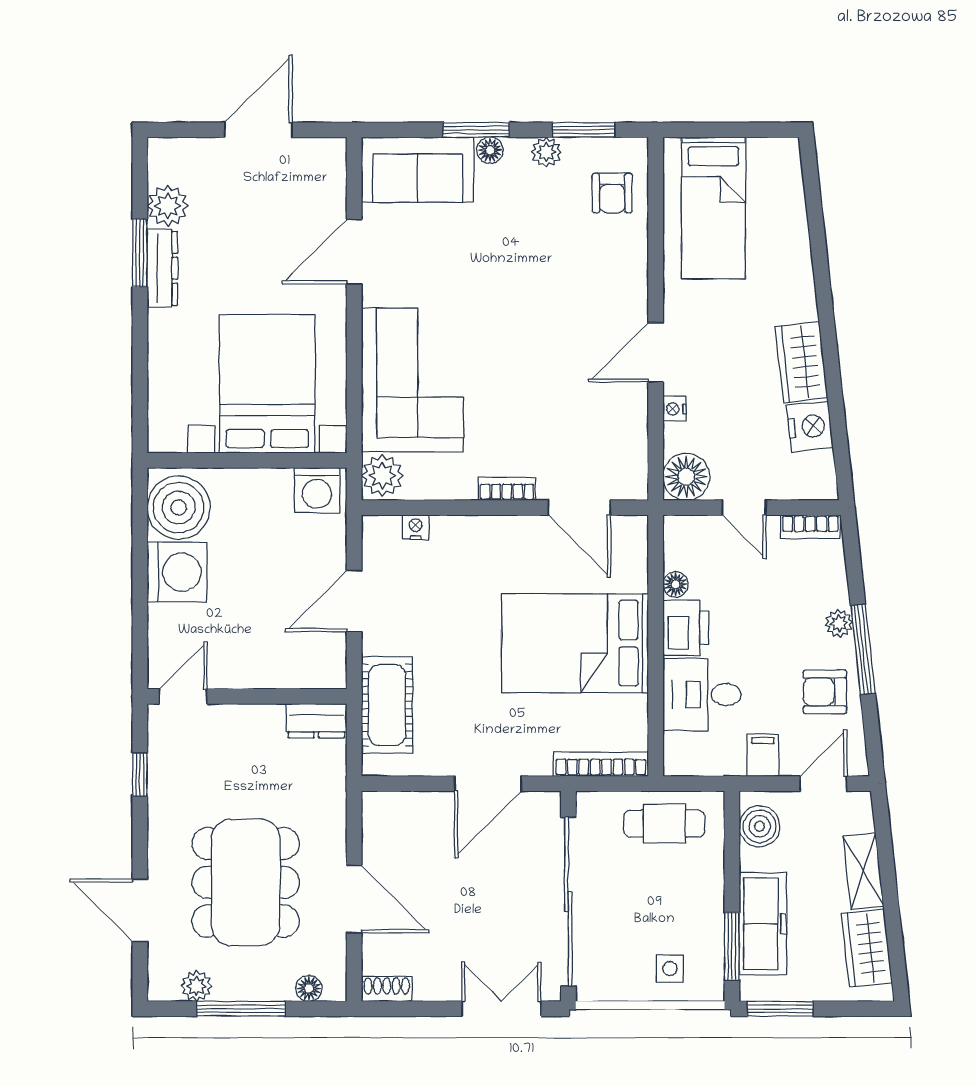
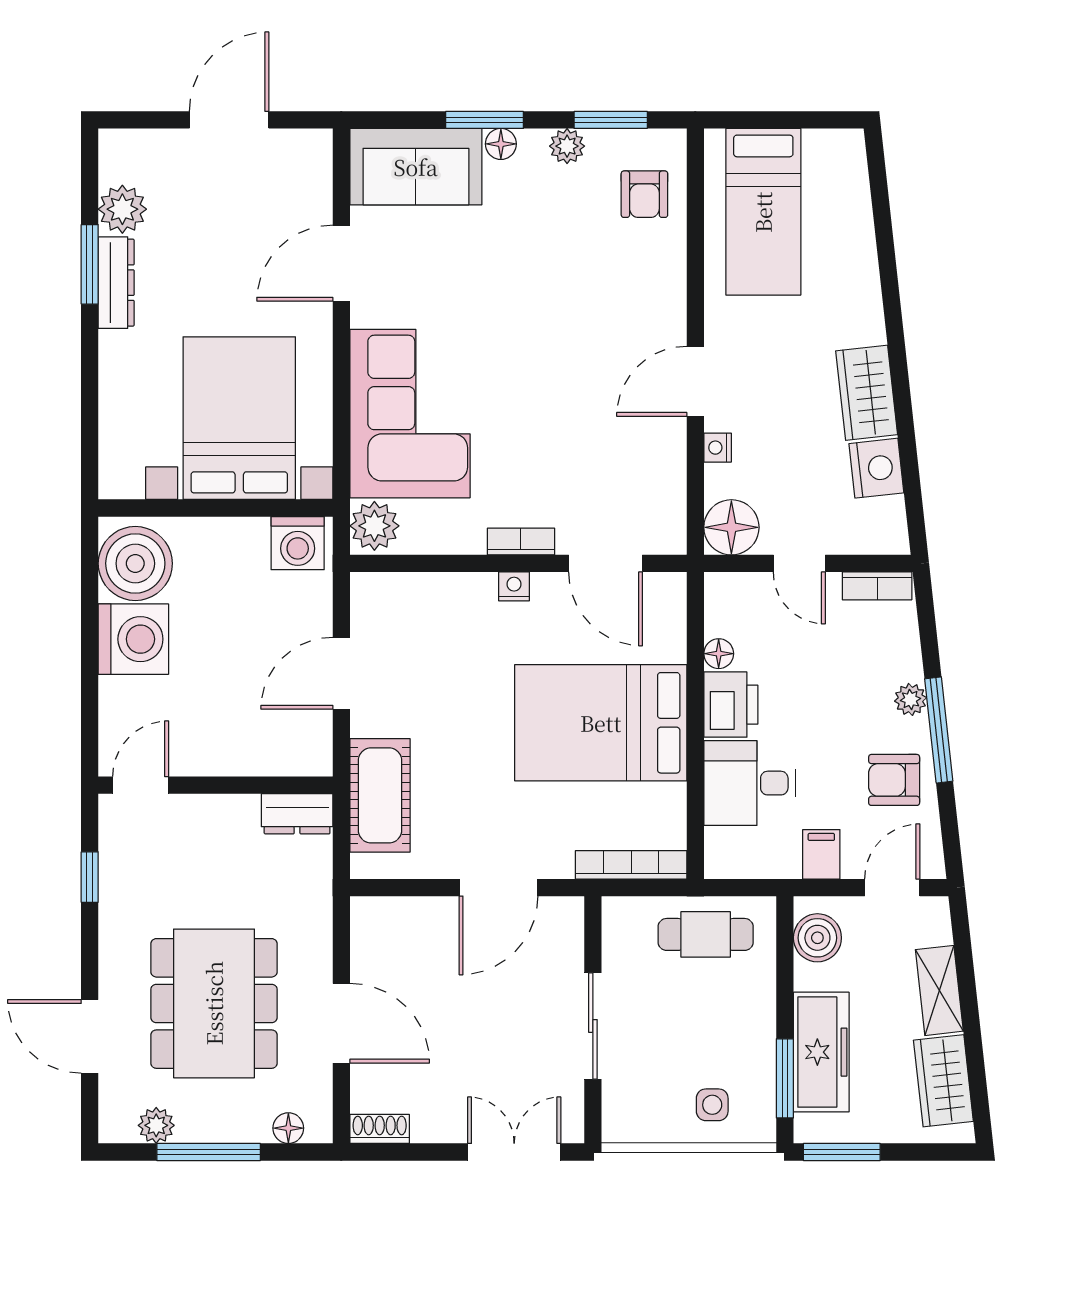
nightstand: (416, 527) -> (514, 586), moved
sliding door: (568, 901) -> (593, 1026), width x0.54

